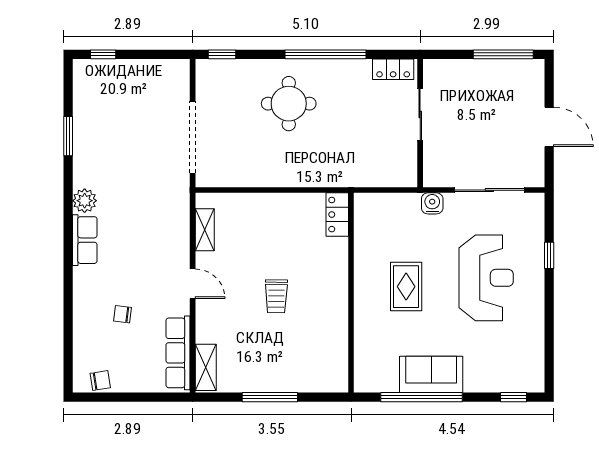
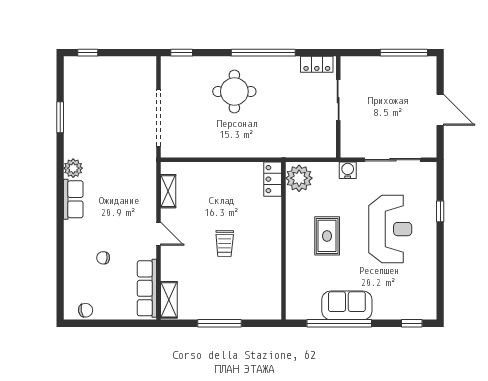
plant: (371, 213) -> (299, 178), added

